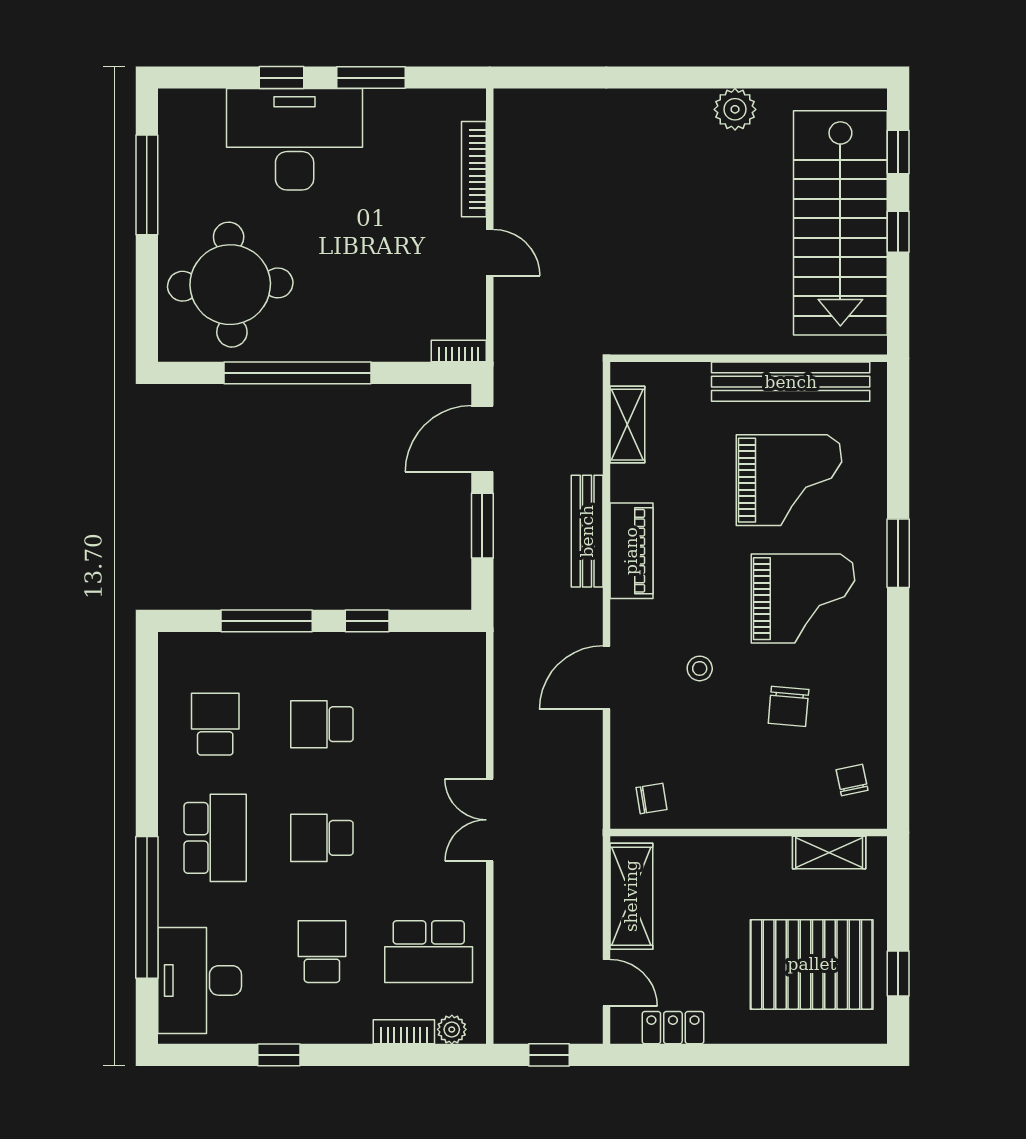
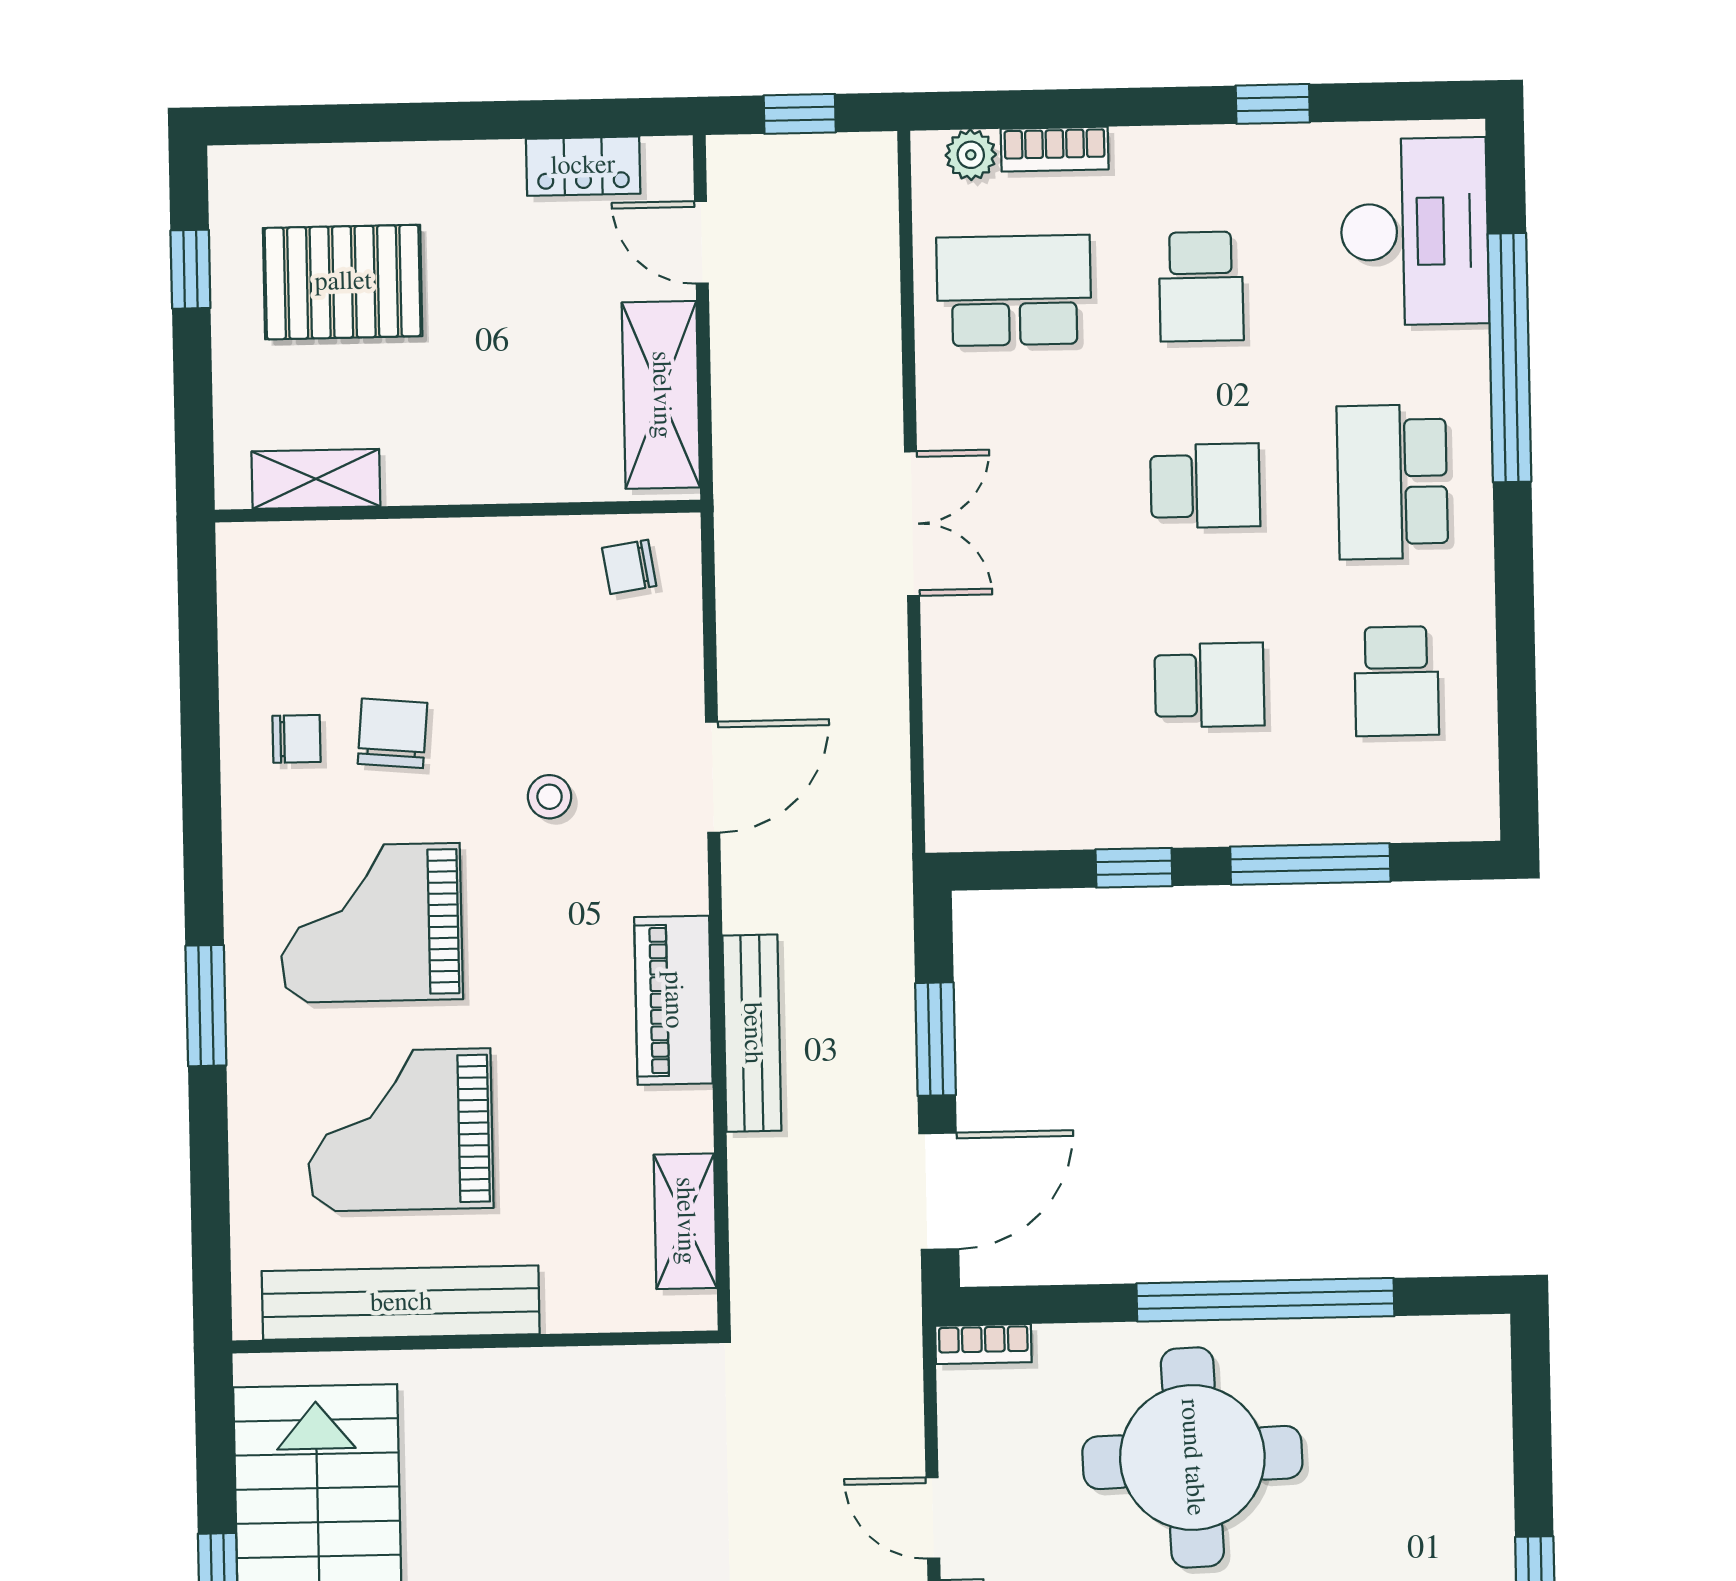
round table: (230, 285) -> (1192, 1457), moved
chair: (852, 780) -> (297, 739), moved, turned -78
pallet: (812, 964) -> (343, 282), width x0.73, depth x0.71

